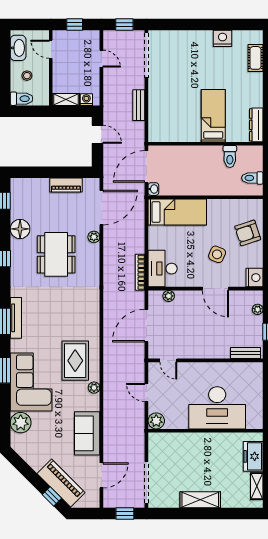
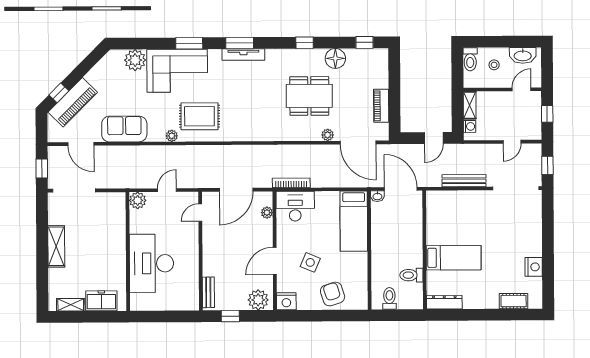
bench: (139, 105) -> (464, 181), width x1.36
plant: (258, 309) -> (258, 300), width x1.87, depth x1.87
door: (146, 326) -> (236, 190), swing flipped

